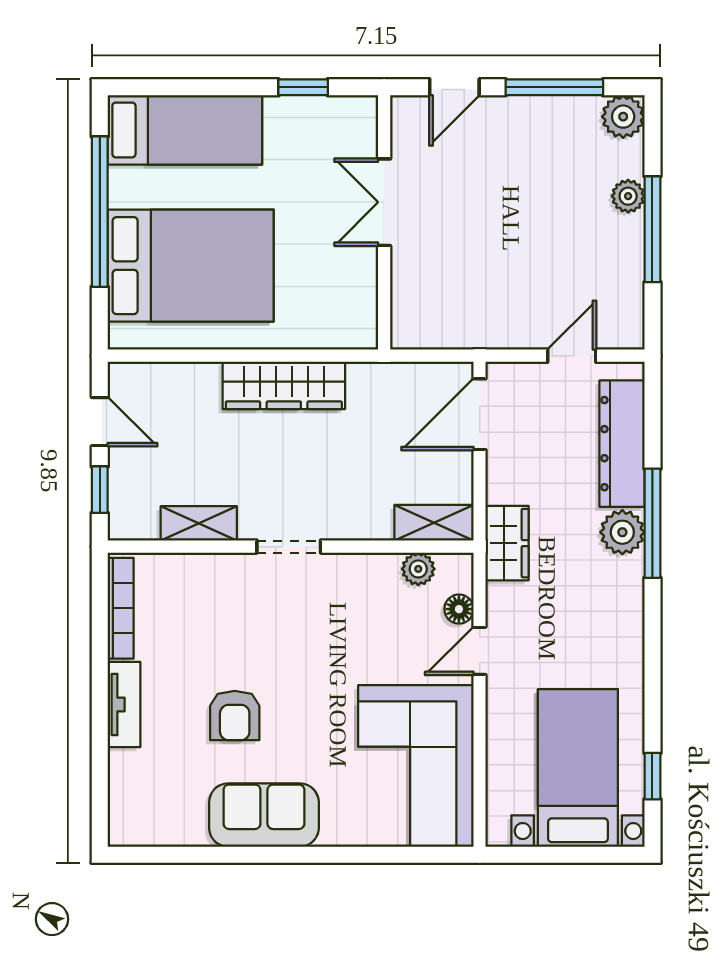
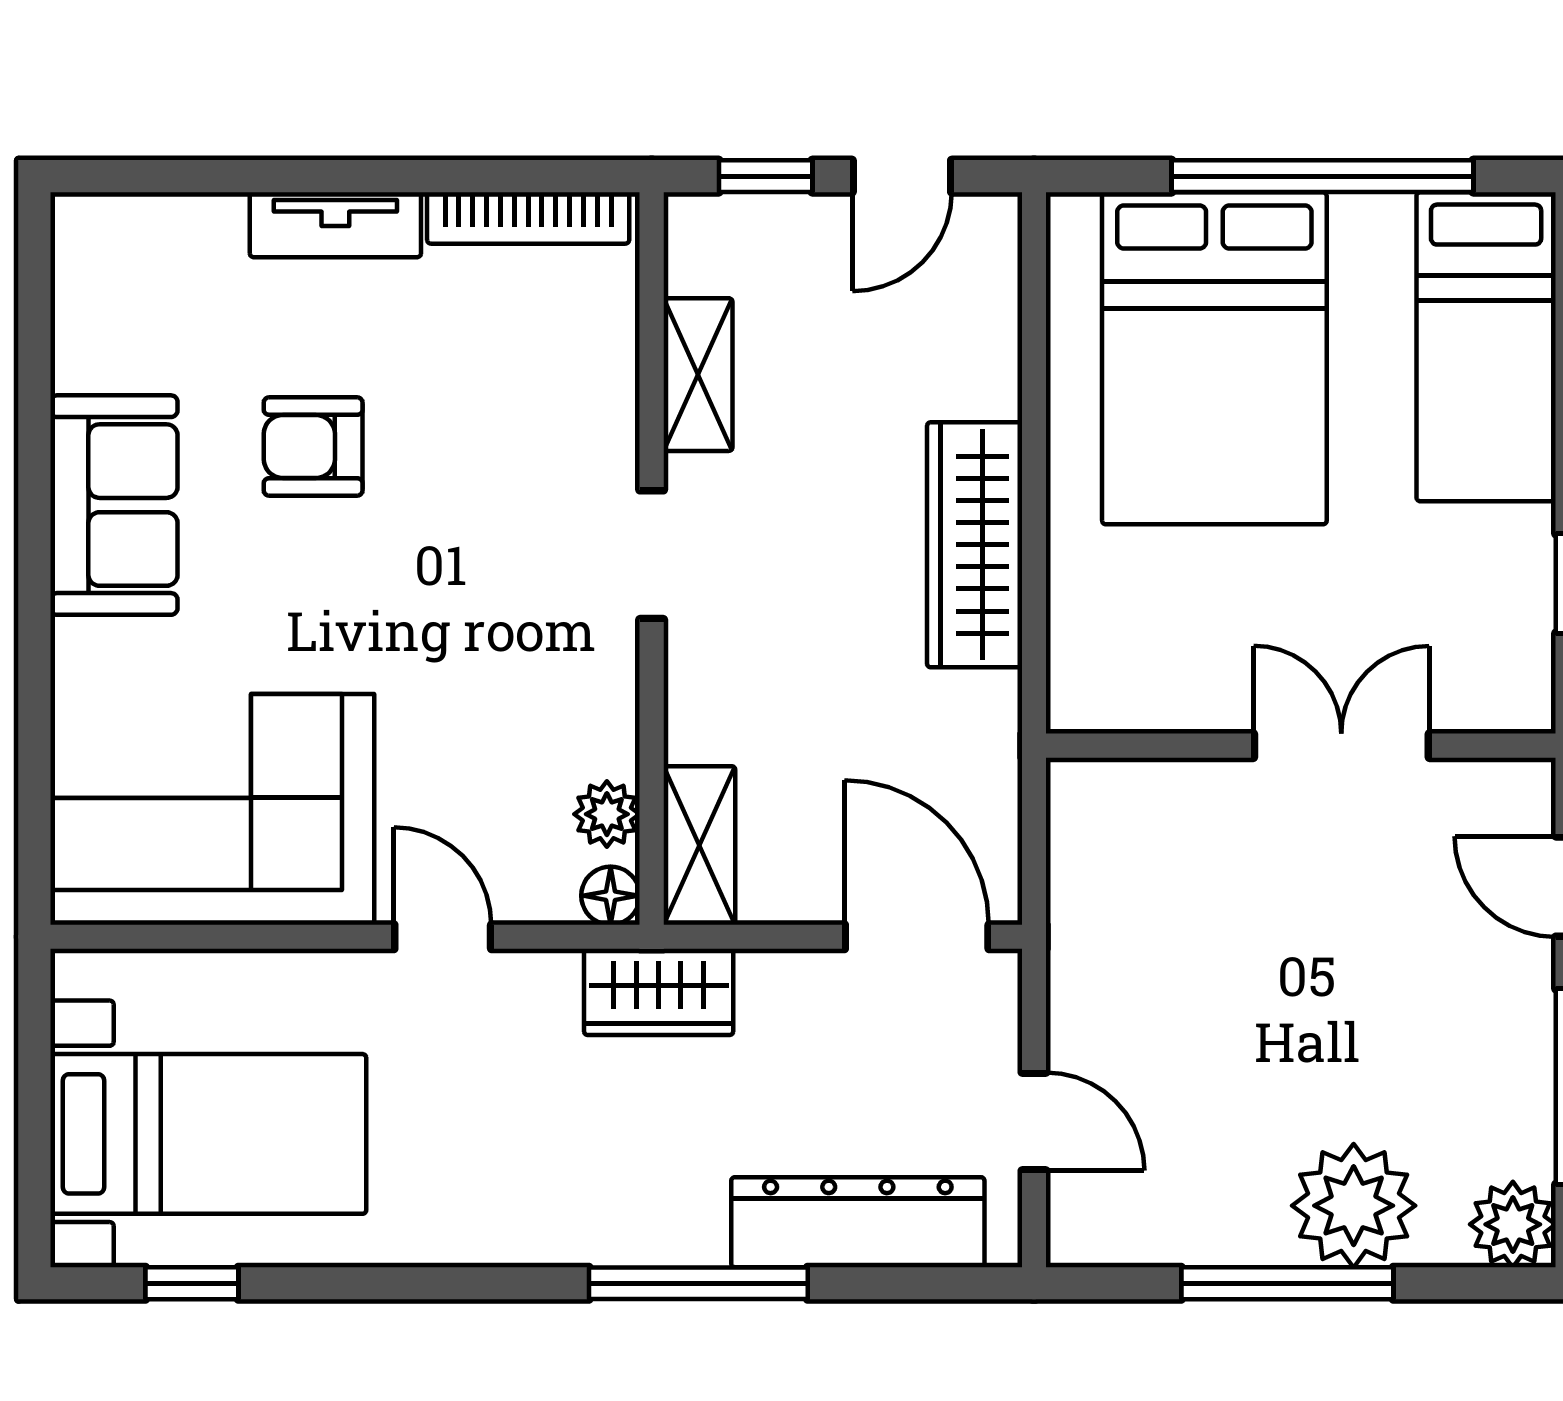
plant: (628, 196) -> (1354, 1206), width x1.88, depth x1.88
plant: (622, 532) -> (680, 1223), removed
floor lamp: (459, 609) -> (611, 896), moved

